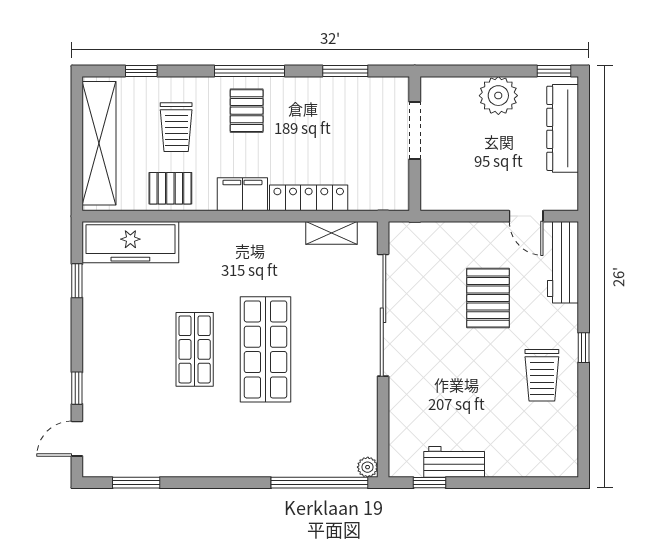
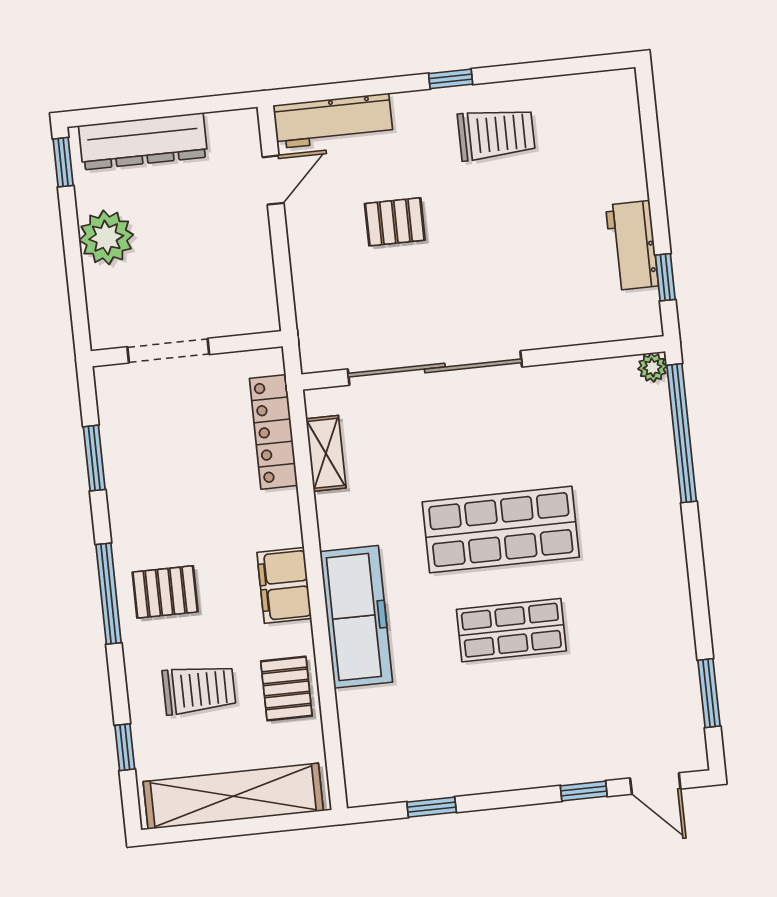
locker: (309, 198) -> (273, 432), moved
freezer: (130, 242) -> (356, 617), moved
pallet: (488, 298) -> (395, 222), width x0.67, depth x0.71

